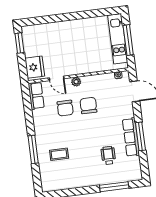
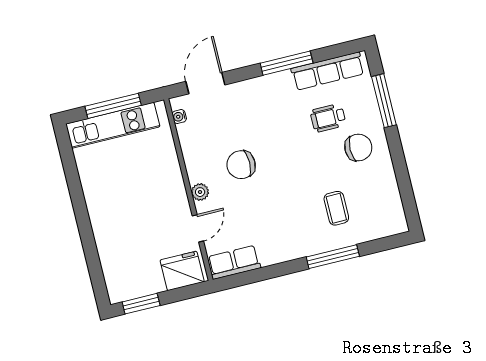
chair: (65, 108) -> (358, 148), moved
row of seats: (131, 137) -> (328, 71), moved

